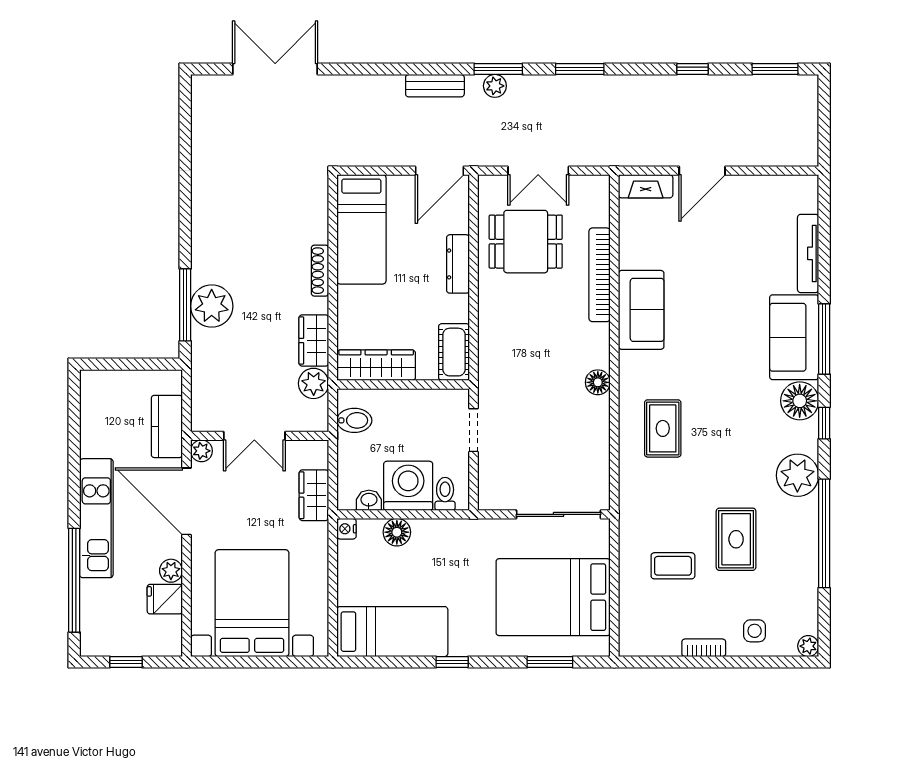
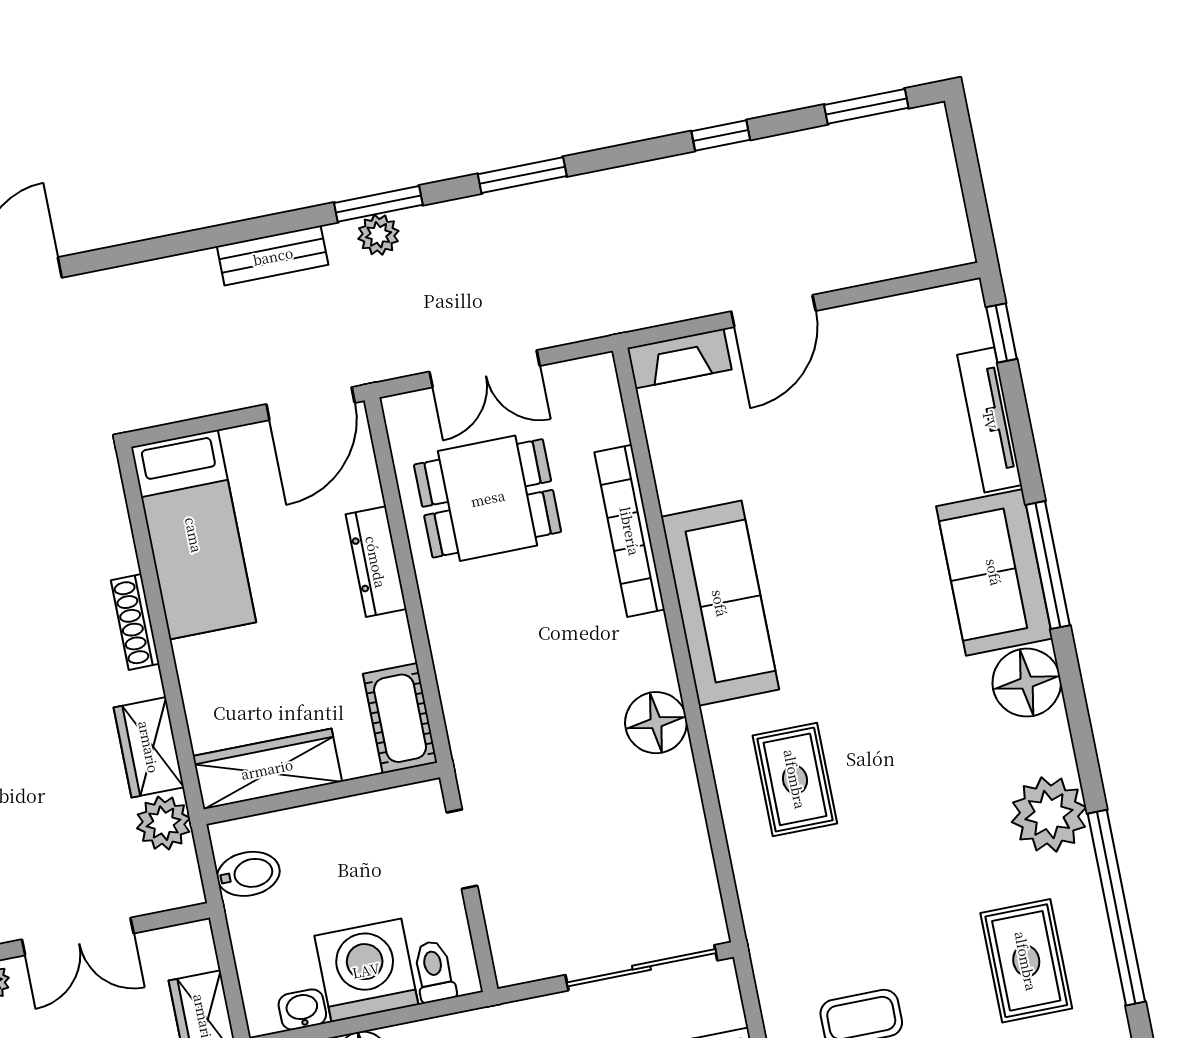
sofa: (641, 310) -> (720, 603), width x1.36
floor lamp: (598, 382) -> (656, 723), width x1.38, depth x1.38
window: (824, 423) -> (1002, 333), moved
rug: (736, 539) -> (1026, 961), moved

